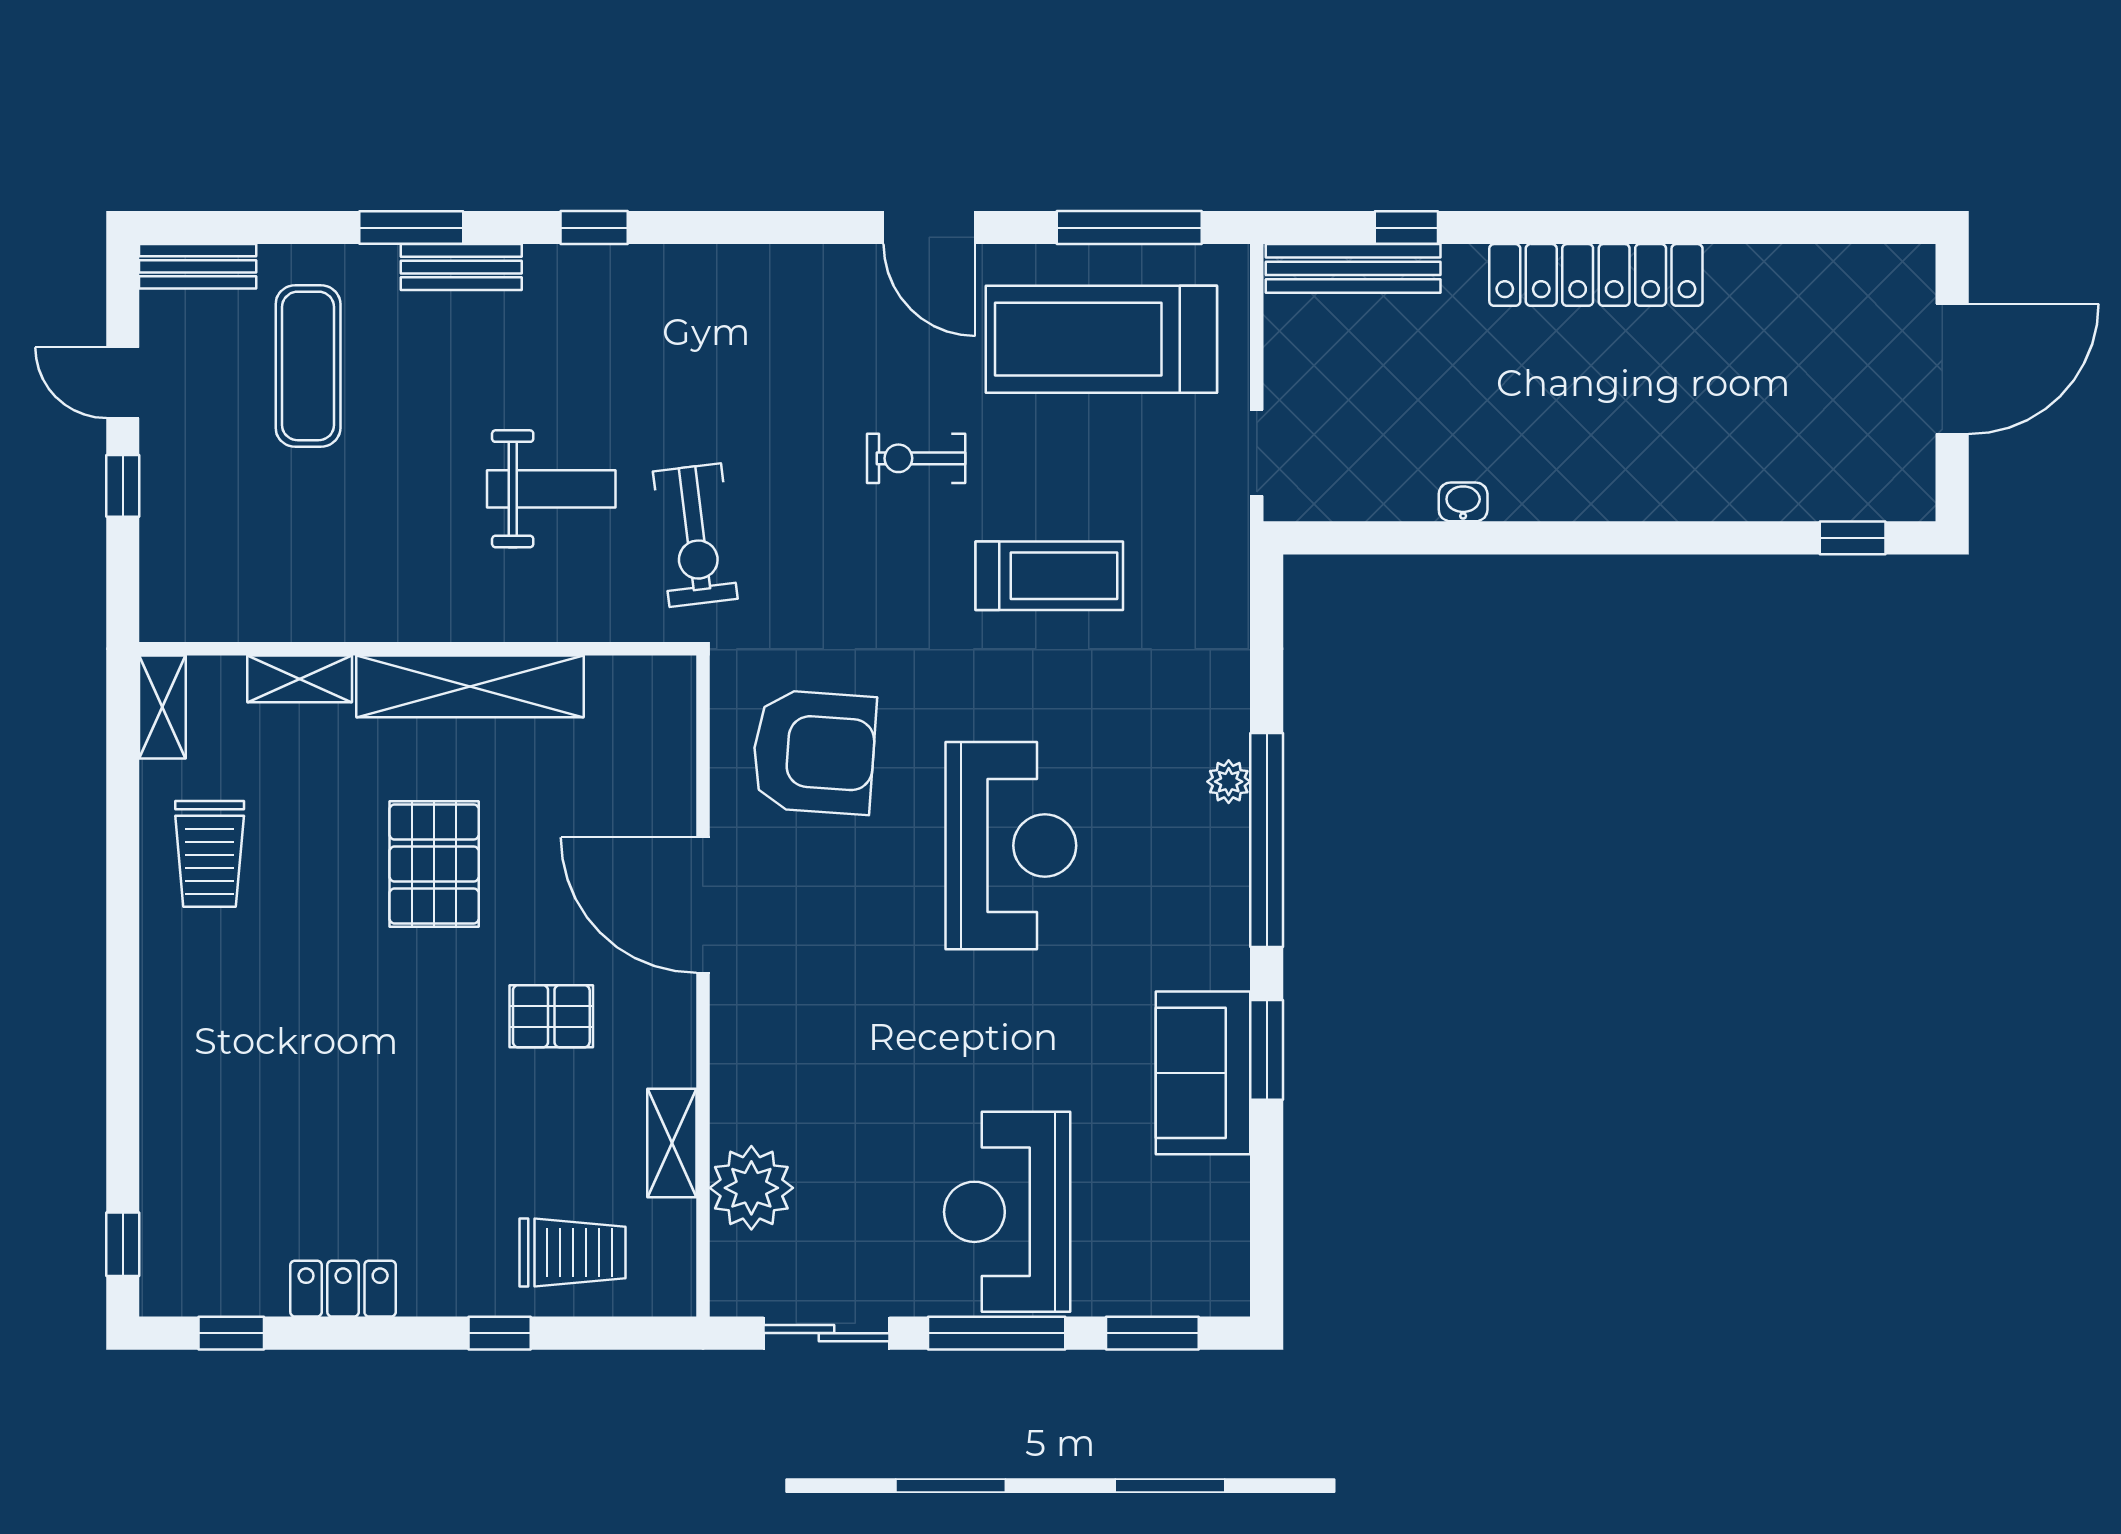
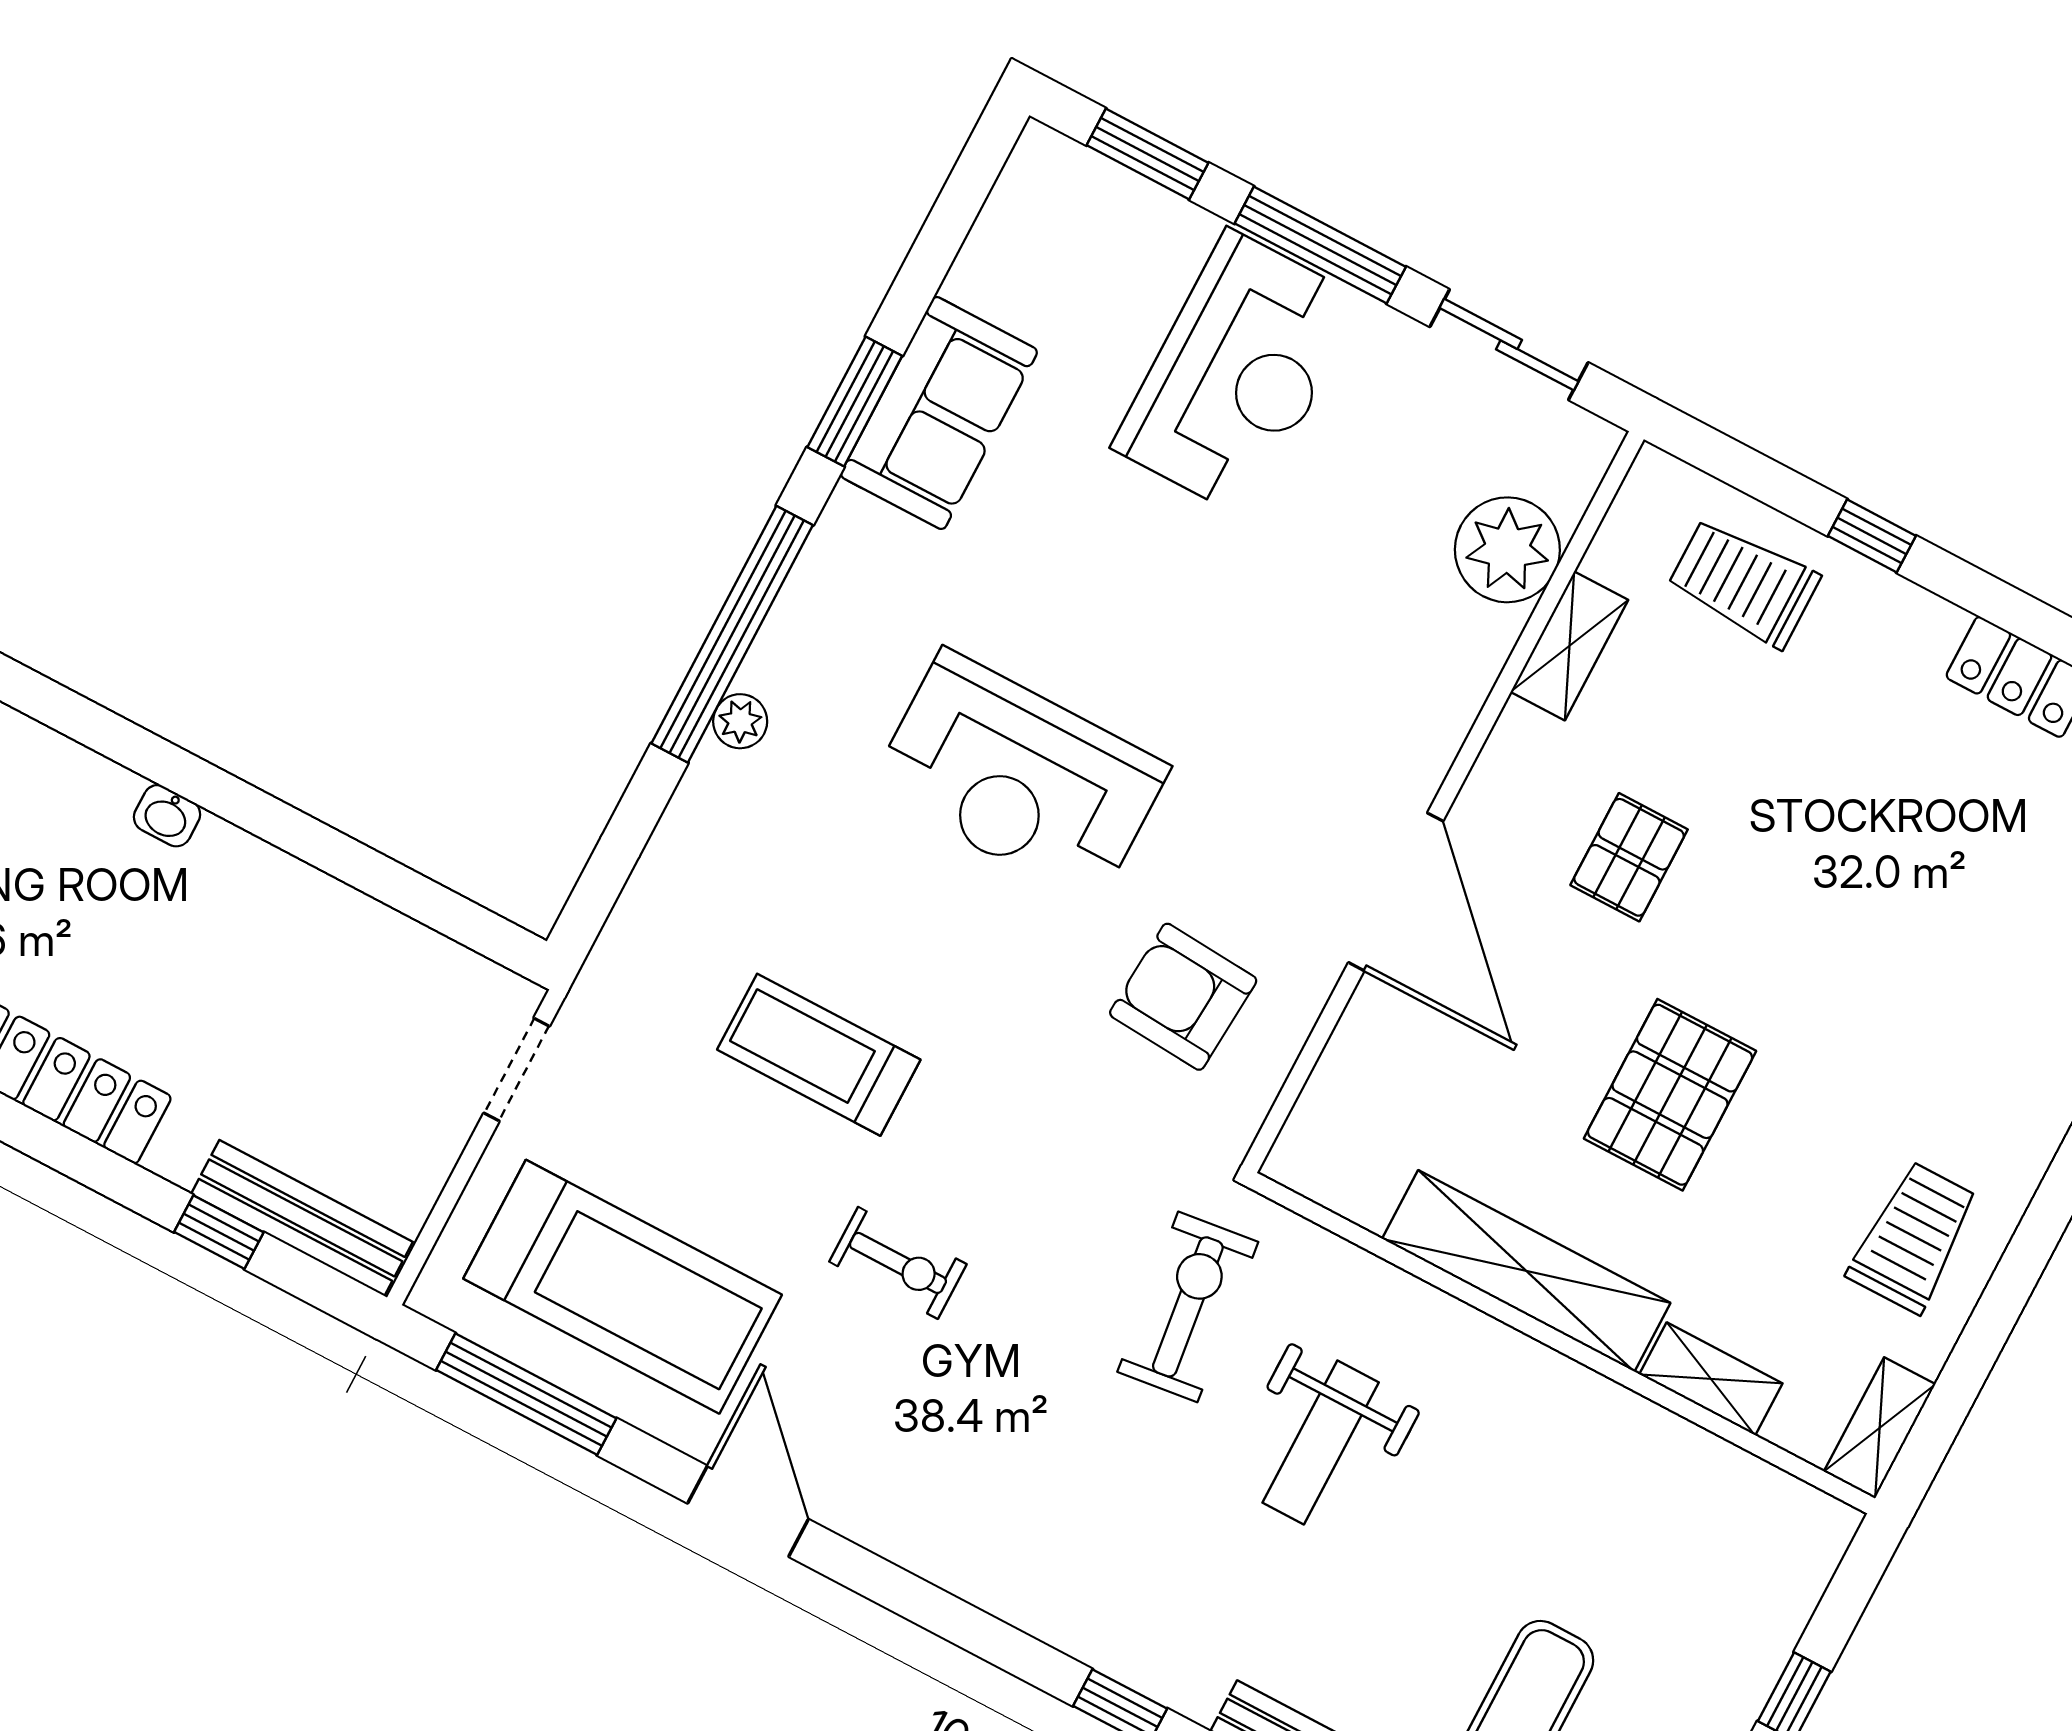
weight bench: (551, 489) -> (1321, 1443), turned -90
washbasin: (1463, 502) -> (167, 816), moved
armchair: (814, 752) -> (1183, 997), width x0.73, depth x0.73
reception desk: (1011, 846) -> (1019, 778), turned -90
pallet: (551, 1016) -> (1629, 857), turned 90

